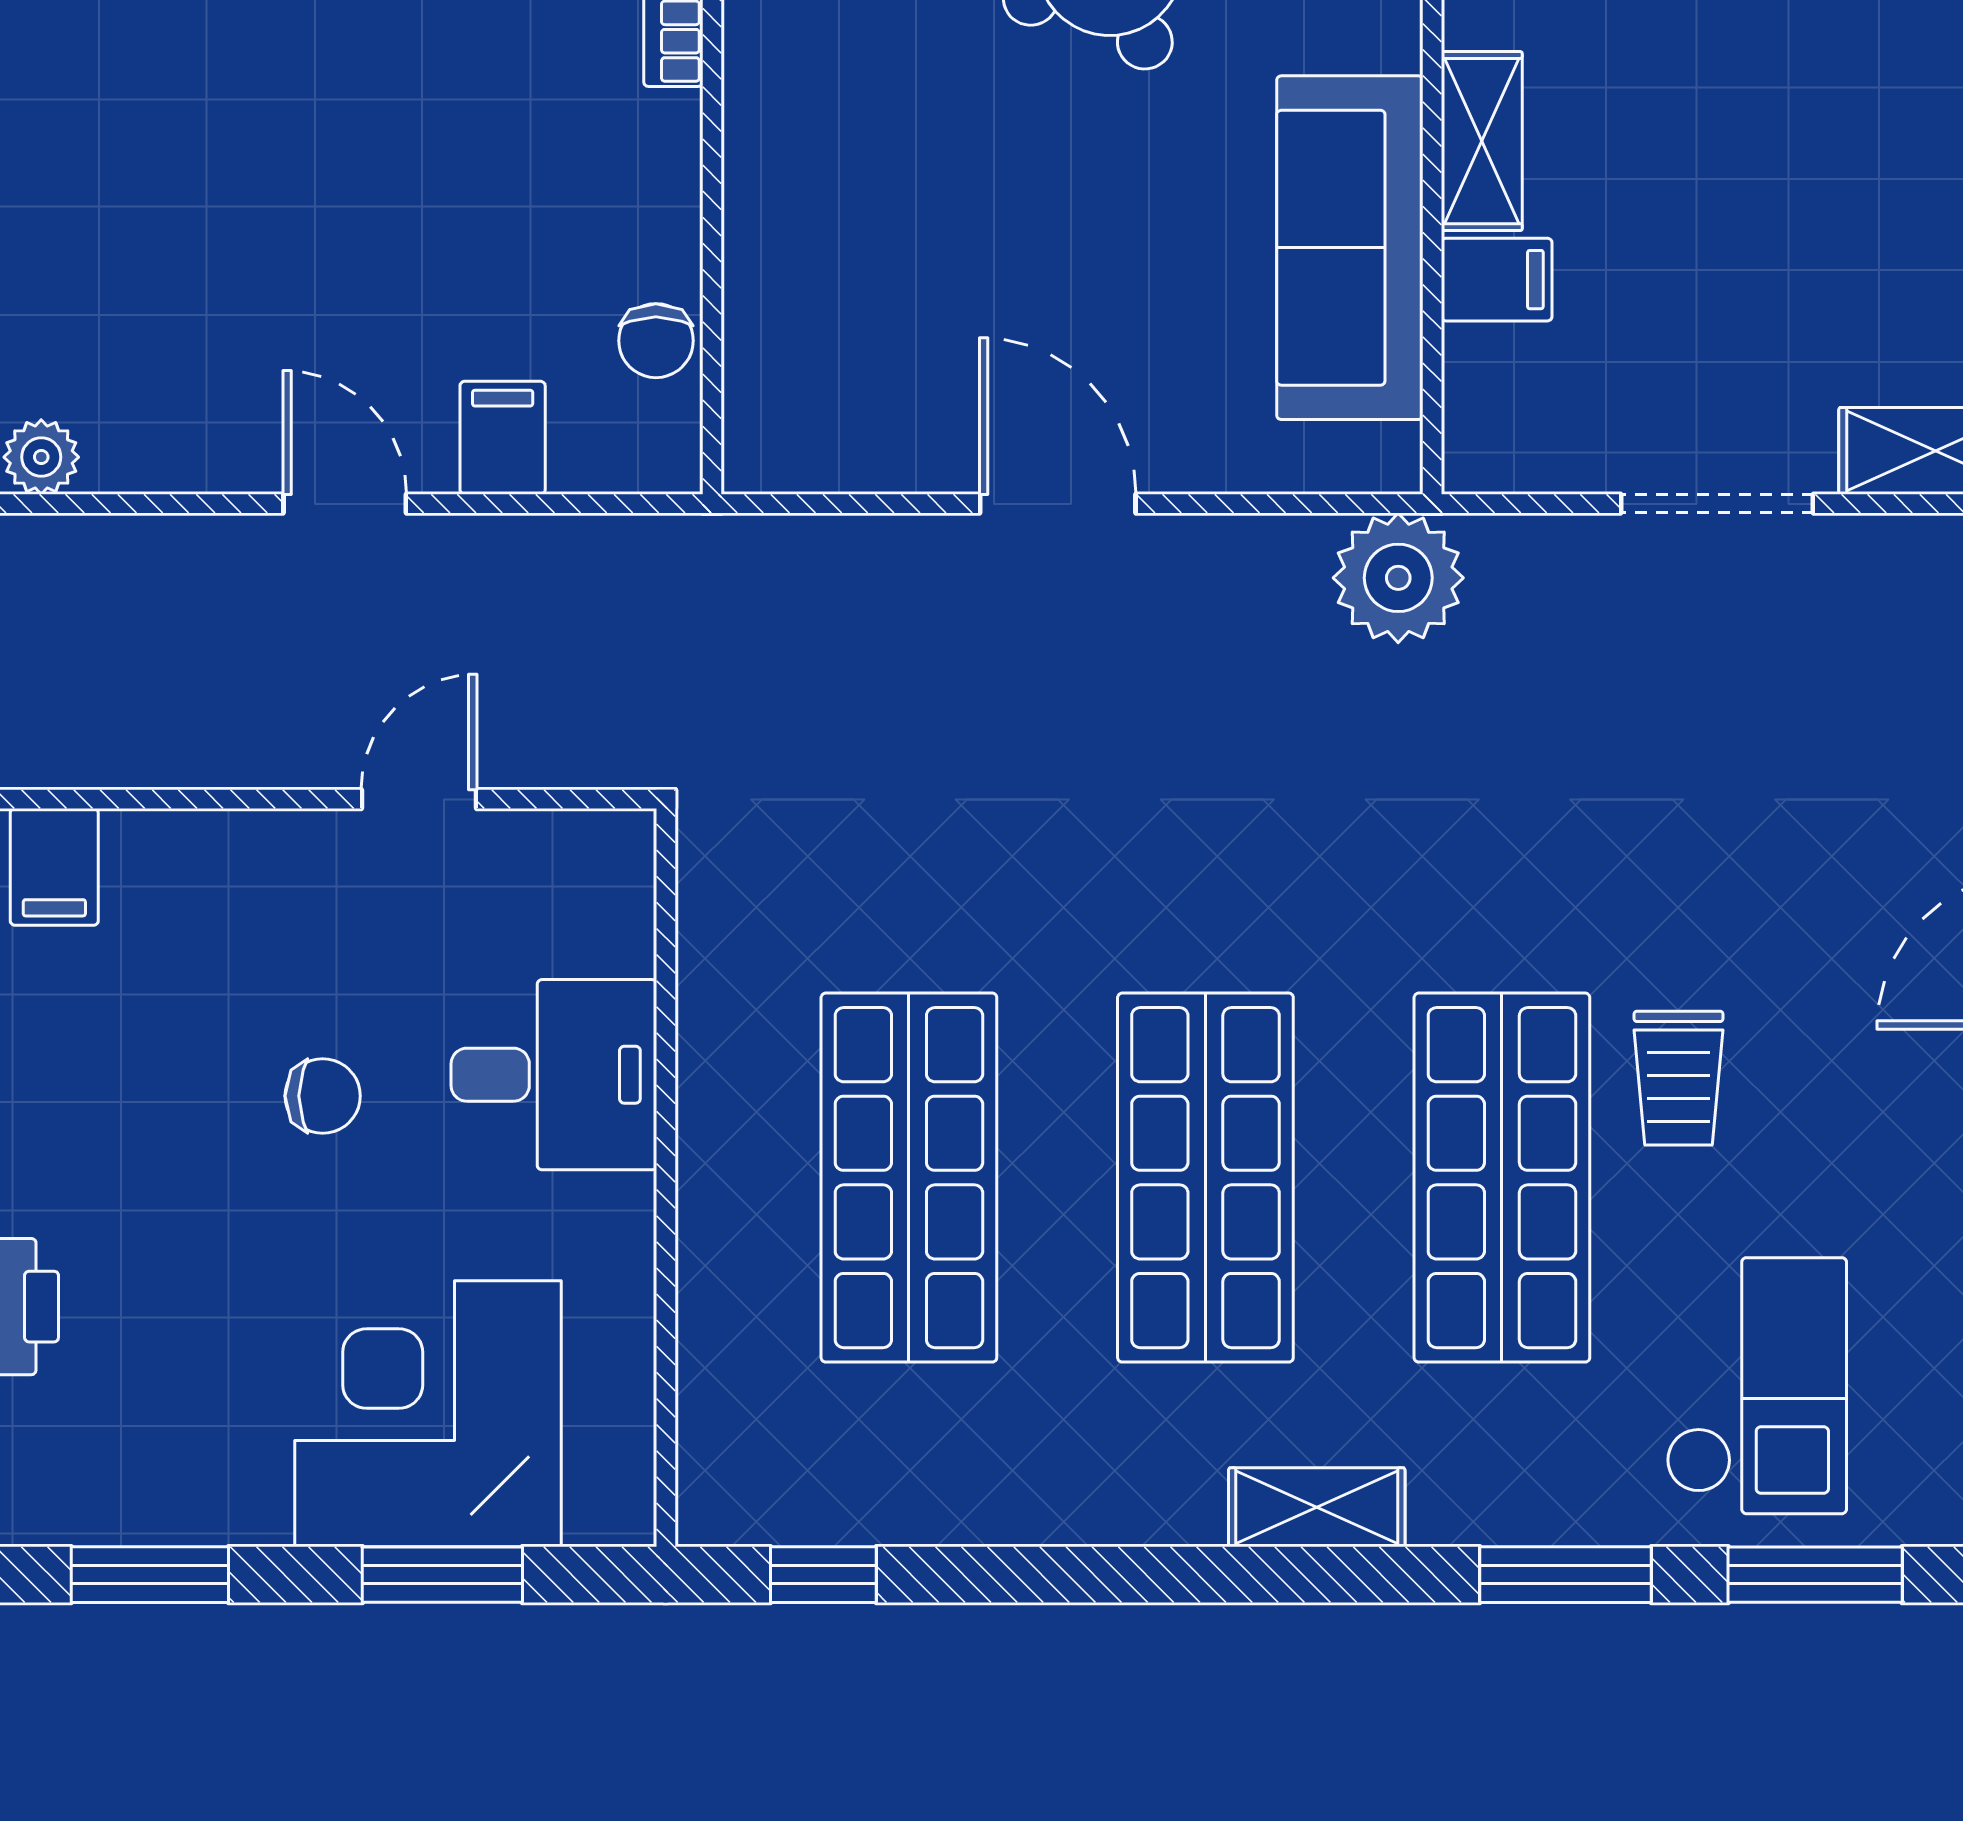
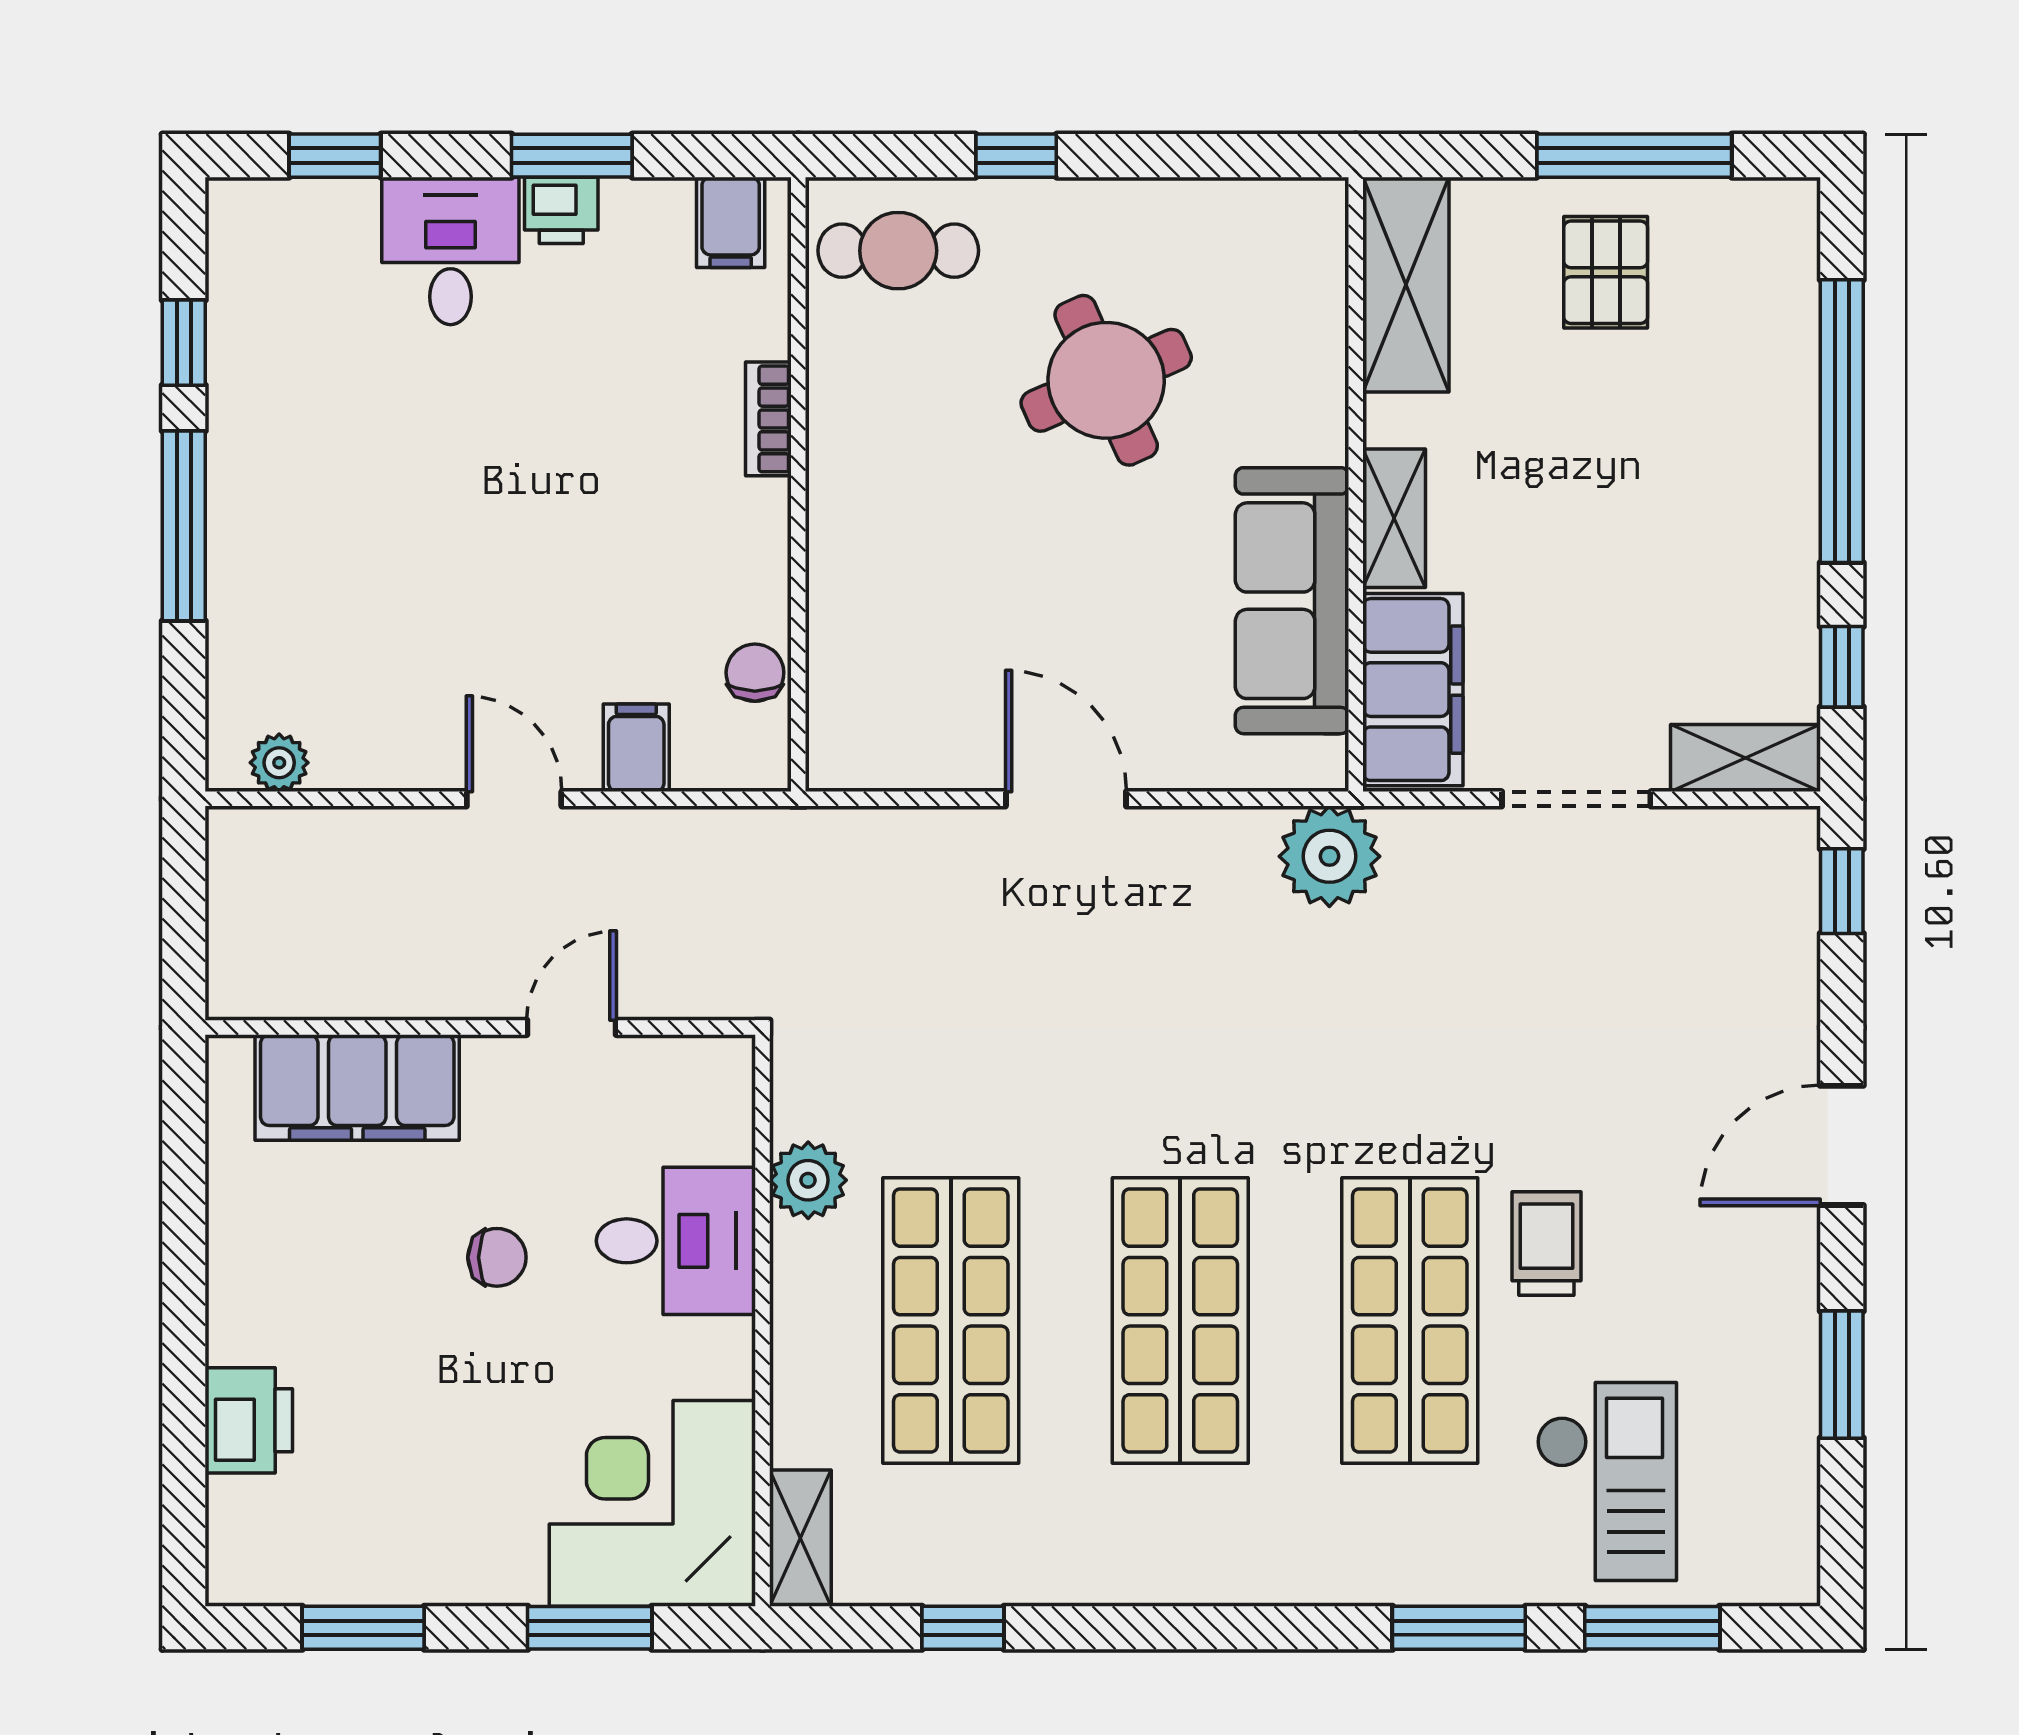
filing cabinet: (1497, 280) -> (1413, 690), width x3.00, depth x1.17
chair: (656, 341) -> (755, 673), turned 180
filing cabinet: (54, 867) -> (357, 1088), width x3.00, depth x1.17
plant: (725, 996) -> (808, 1180), added
trolley: (1679, 1078) -> (1546, 1243), turned 180
corner desk: (428, 1414) -> (652, 1503), moved
shelving: (1317, 1507) -> (800, 1538), moved, turned 90
window: (823, 1575) -> (963, 1628), moved

